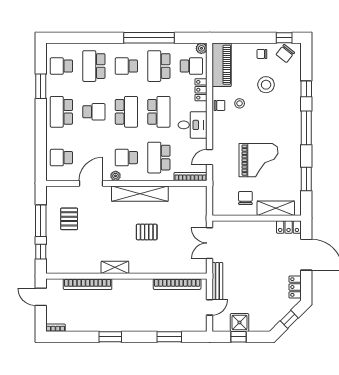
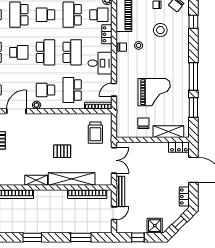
window: (306, 89) -> (193, 22), moved
window: (306, 128) -> (193, 76), moved
shelving: (140, 194) -> (72, 179), moved
trolley: (187, 209) -> (95, 133), added
double door: (210, 243) -> (114, 160), swing flipped
shower: (240, 322) -> (155, 226), moved

